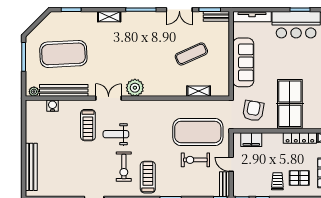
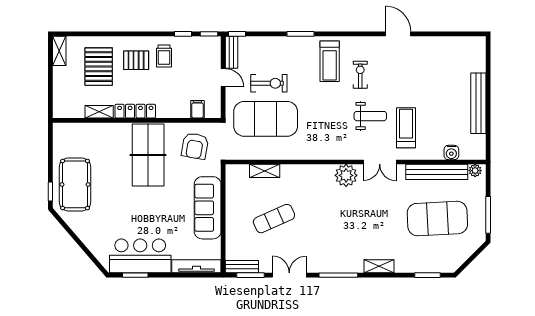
filing cabinet: (251, 140) -> (197, 109), width x0.50
bench: (31, 167) -> (478, 103), moved
exercise bike: (124, 167) -> (360, 75), width x0.73, depth x0.72

